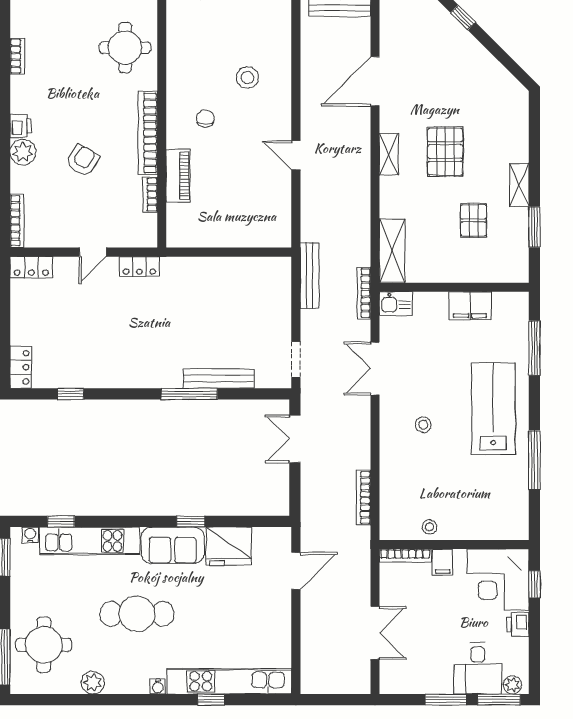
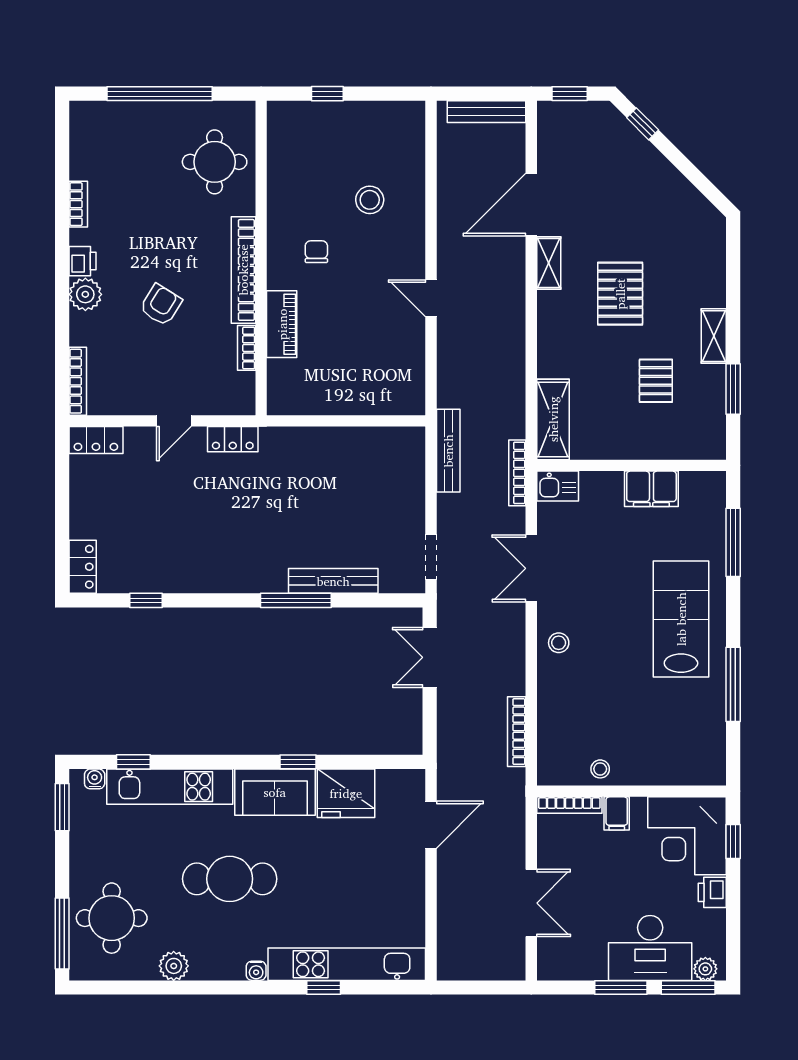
bookcase: (17, 56) -> (78, 204), moved
shelving: (389, 154) -> (549, 263), moved
stool: (423, 425) -> (559, 643), moved
desk: (478, 668) -> (650, 948), width x1.37

